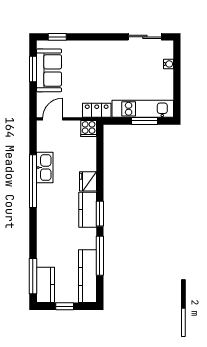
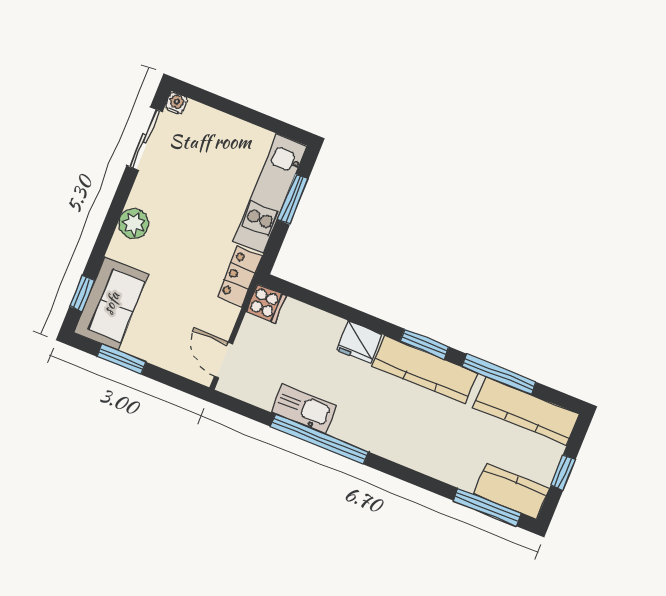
plant: (101, 48) -> (134, 224), added
water cooler: (168, 64) -> (176, 103), moved
sofa: (49, 70) -> (111, 303), moved, turned 90
kitchen counter: (88, 210) -> (425, 370), width x1.50

